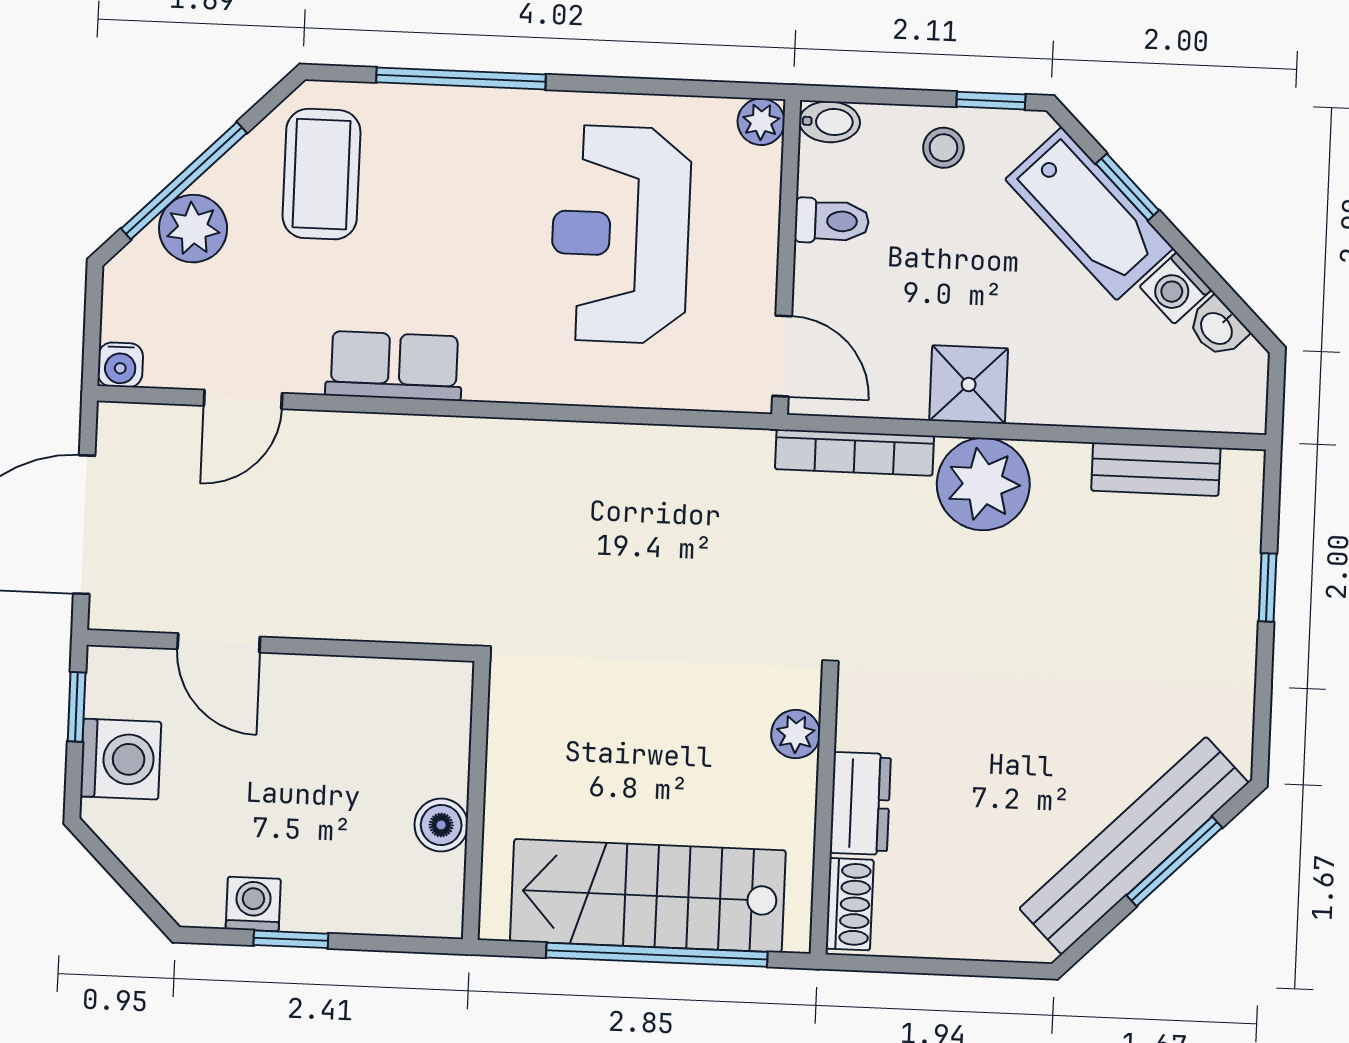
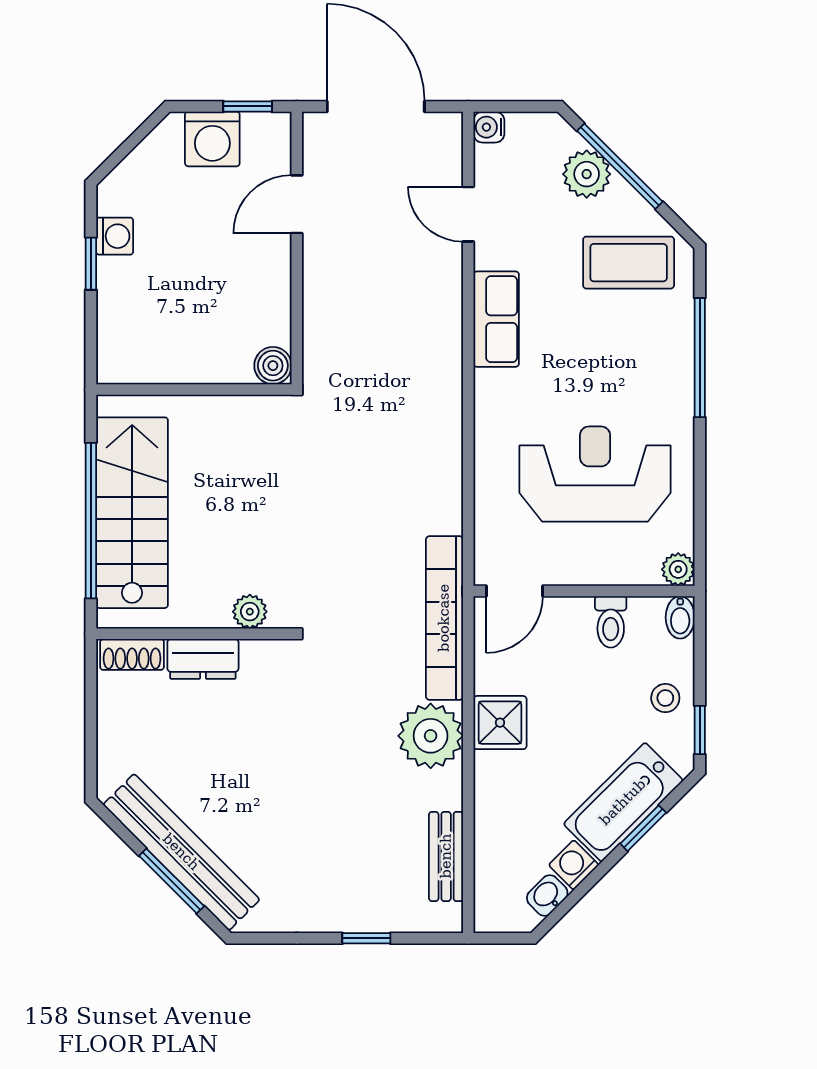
bookcase: (854, 453) -> (444, 618), width x1.48, depth x1.31
boiler: (441, 825) -> (273, 366), moved

